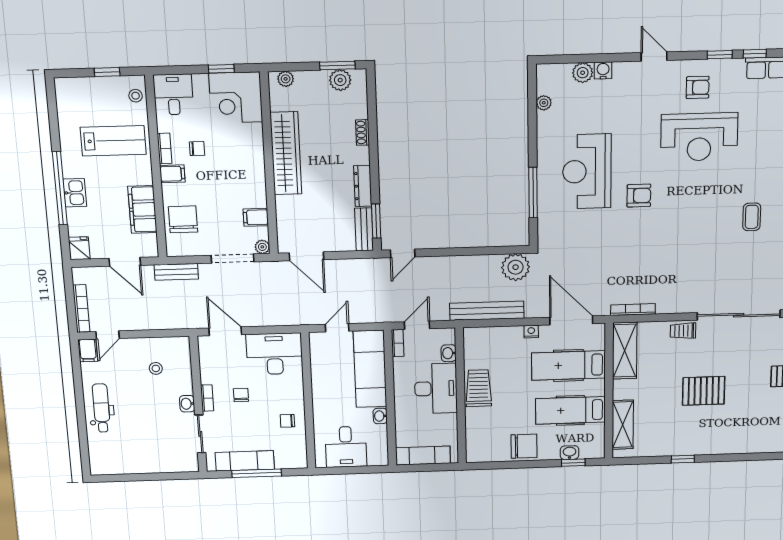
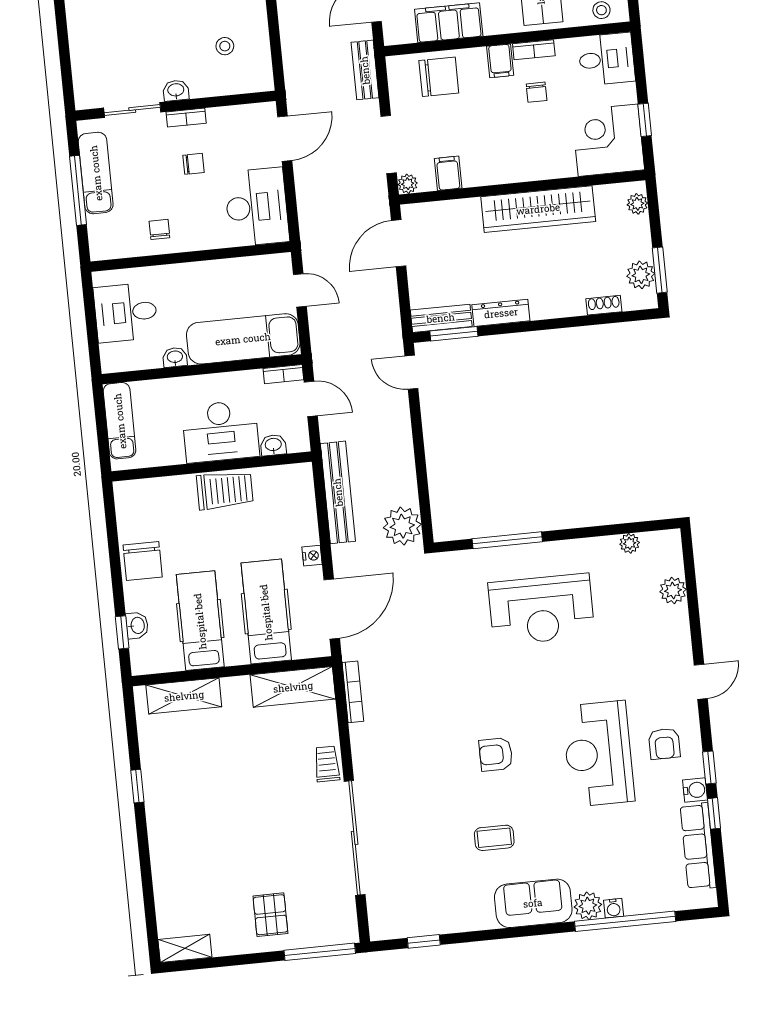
water cooler: (603, 70) -> (695, 790), moved
shoe rack: (363, 132) -> (604, 305), moved
reception desk: (587, 171) -> (541, 609), turned 180
armchair: (639, 196) -> (496, 754), moved, turned 90
pallet: (704, 391) -> (241, 803), removed

